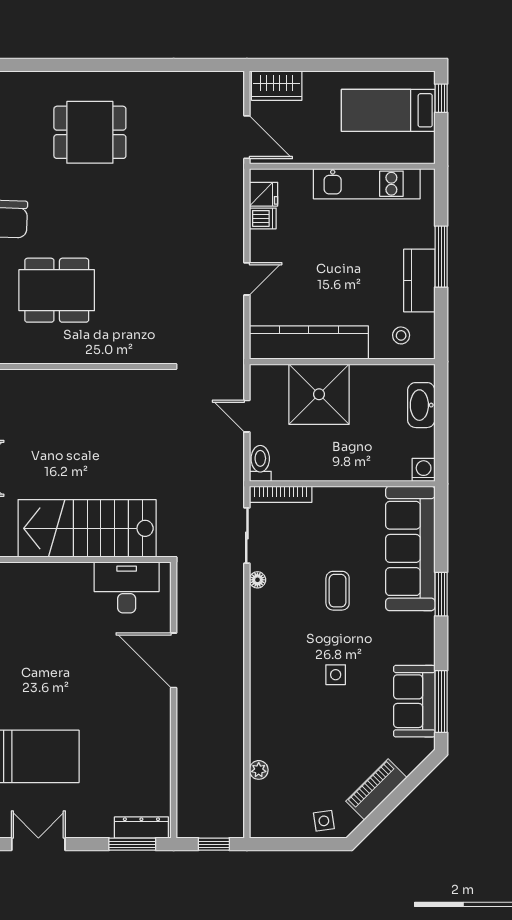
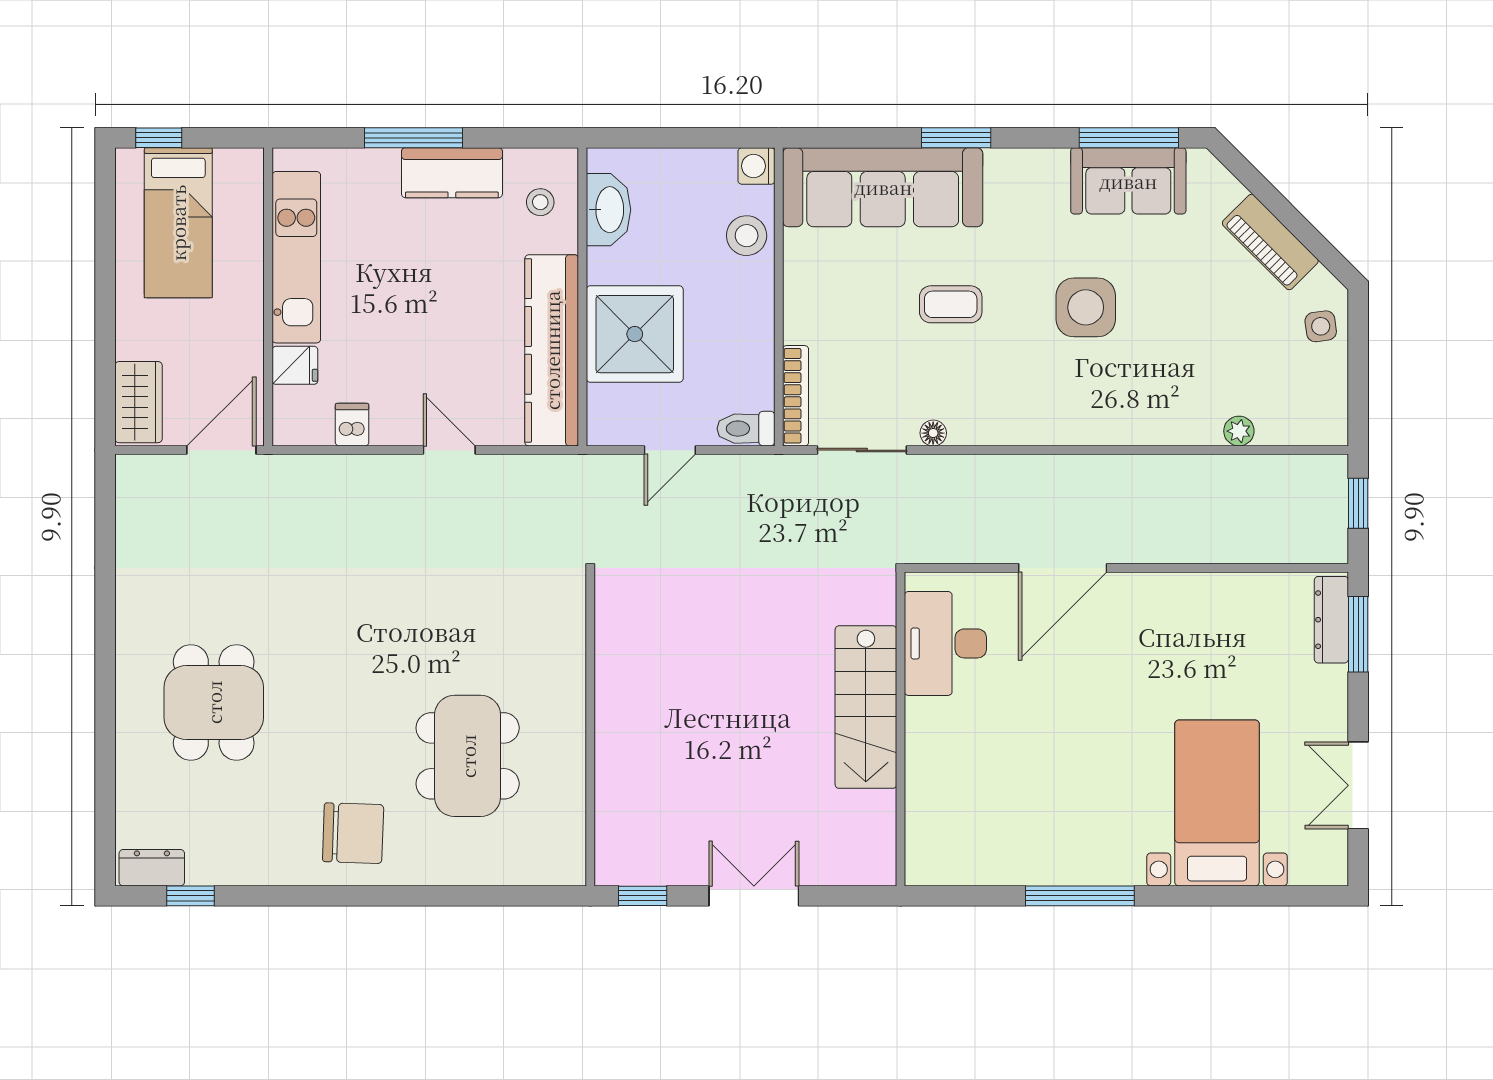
fridge: (264, 194) -> (295, 365), moved, turned 90
washbasin: (421, 405) -> (608, 210), moved, turned -90
stool: (380, 464) -> (747, 236), added
stairs: (87, 528) -> (866, 707), width x0.73, depth x0.66
side table: (336, 675) -> (1086, 307), width x1.87, depth x1.87

